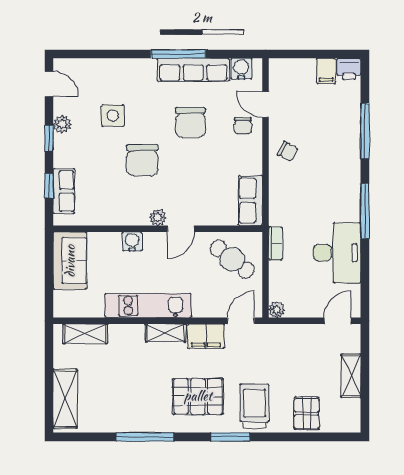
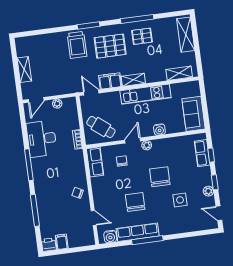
chair: (243, 126) -> (122, 161), moved
plant: (277, 310) -> (57, 104), moved
door: (241, 321) -> (91, 93), swing flipped
pallet: (307, 413) -> (142, 36), moved, turned 90

